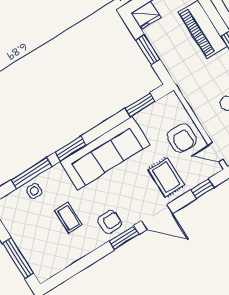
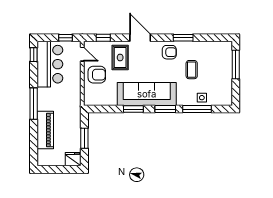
window: (140, 105) -> (133, 109), moved
armchair: (182, 138) -> (97, 75), turned 90
armchair: (110, 222) -> (169, 52), turned 180
window: (124, 238) -> (183, 38), moved

